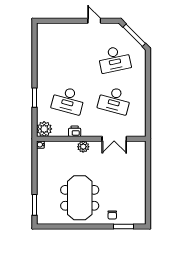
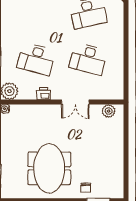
double door: (114, 139) -> (75, 102), moved
plant: (83, 147) -> (109, 111), moved

